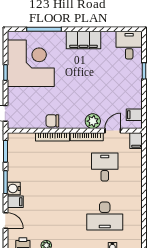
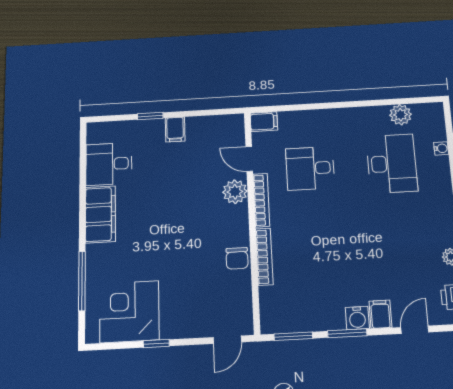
desk: (129, 45) -> (109, 164), moved
corner desk: (31, 63) -> (129, 312), width x0.74, depth x0.74
filing cabinet: (134, 115) -> (175, 130), moved
plant: (135, 224) -> (401, 115), added

